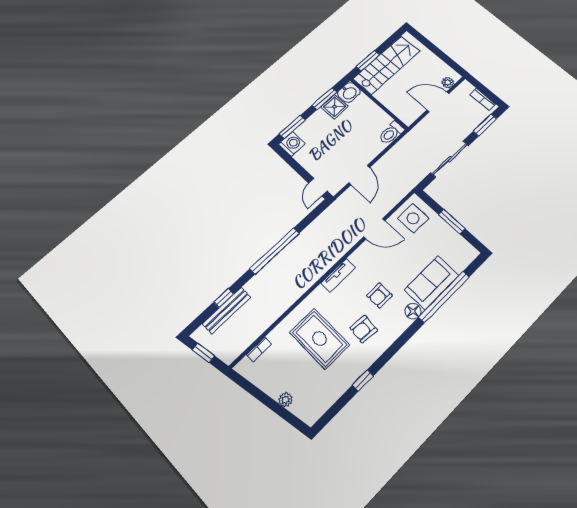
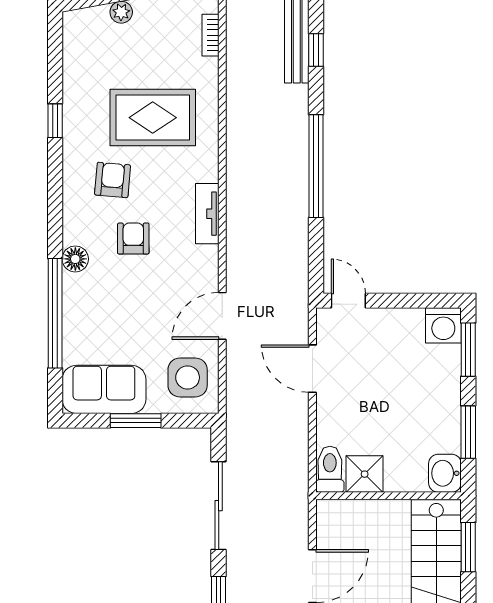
shower: (334, 107) -> (365, 474), moved
sofa: (432, 283) -> (104, 389), moved, turned -90

